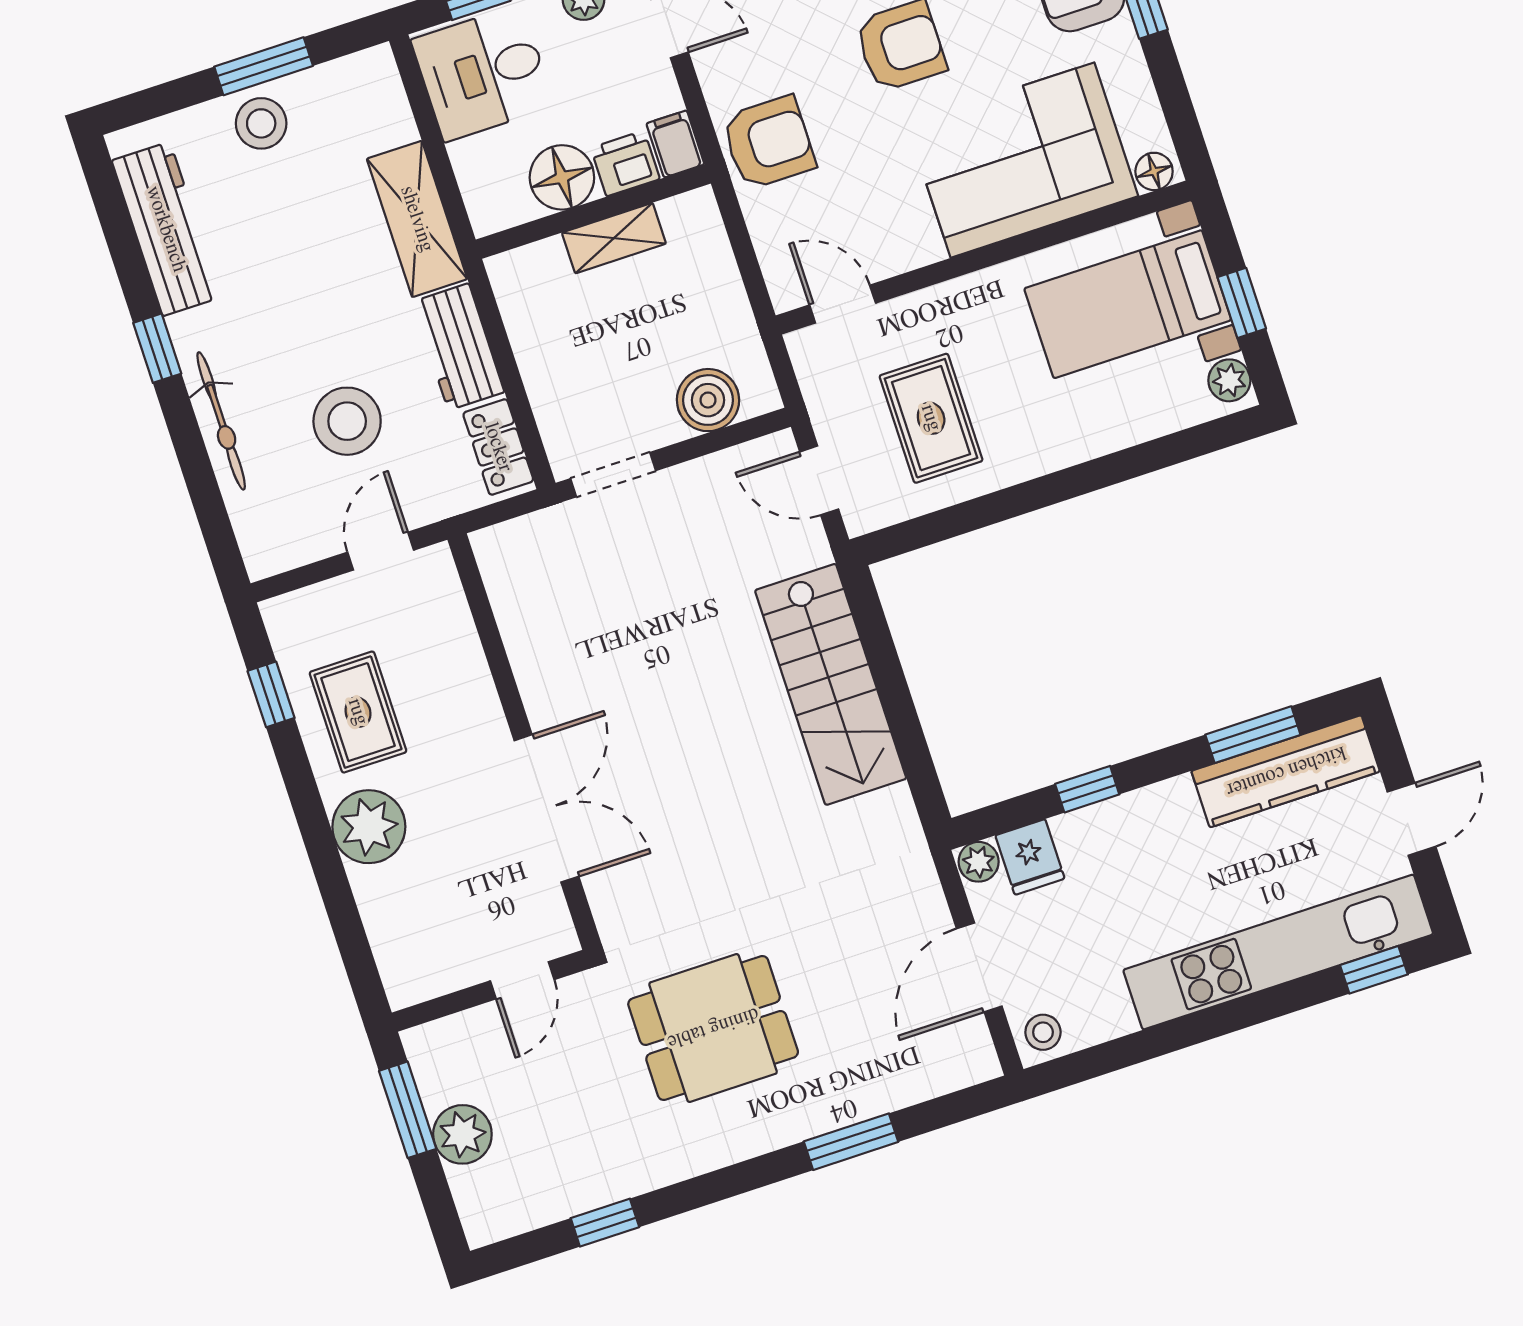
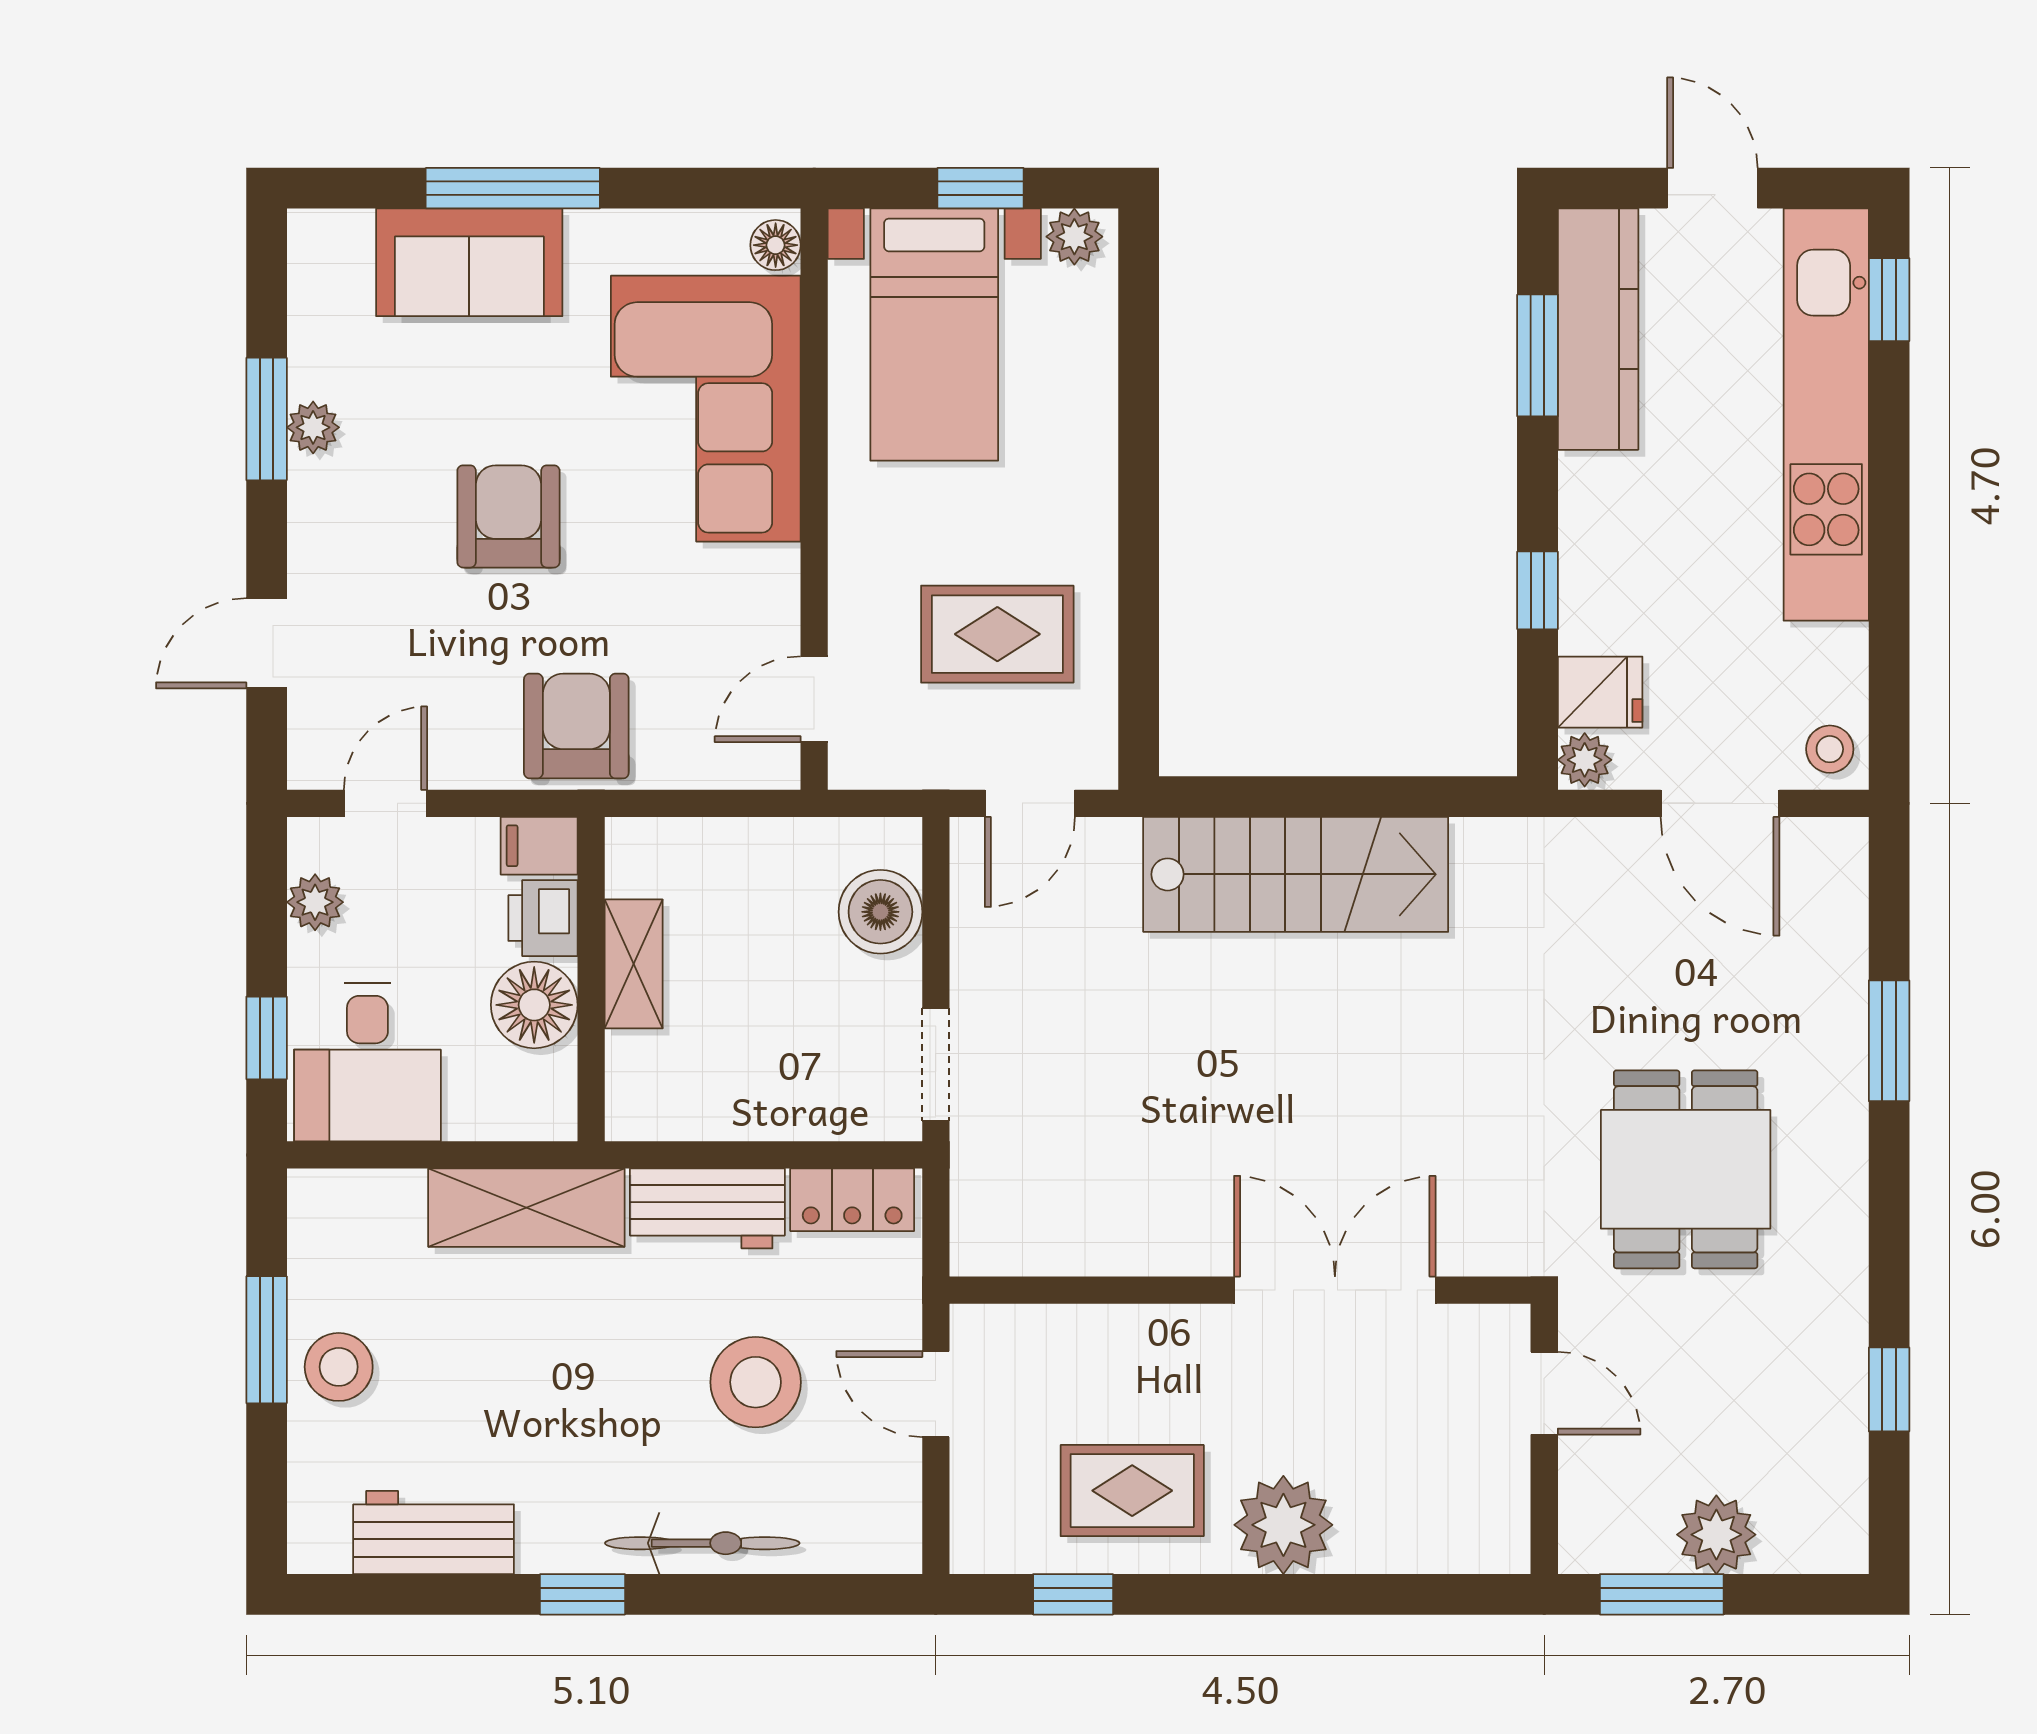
workbench: (166, 229) -> (434, 1533), width x0.73

